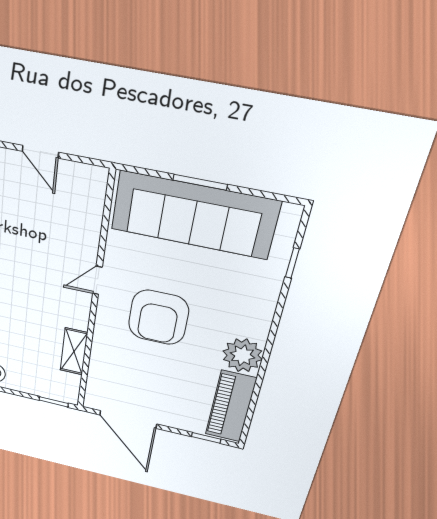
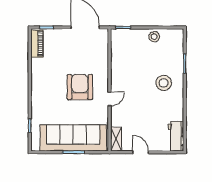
shelving: (74, 351) -> (116, 139), moved
plant: (242, 355) -> (40, 77), removed
piano: (231, 407) -> (37, 44), width x0.73, depth x0.75

